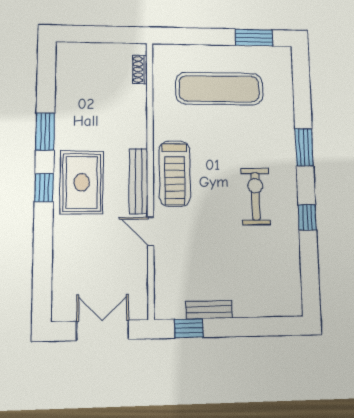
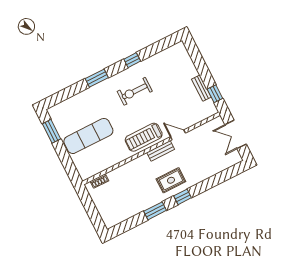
exercise mat: (219, 89) -> (88, 136), turned 90
treadmill: (175, 174) -> (144, 137), turned 180
bench: (139, 181) -> (161, 151), width x0.73
rug: (82, 182) -> (171, 180), width x0.73, depth x0.70
door: (151, 231) -> (178, 135), swing flipped

